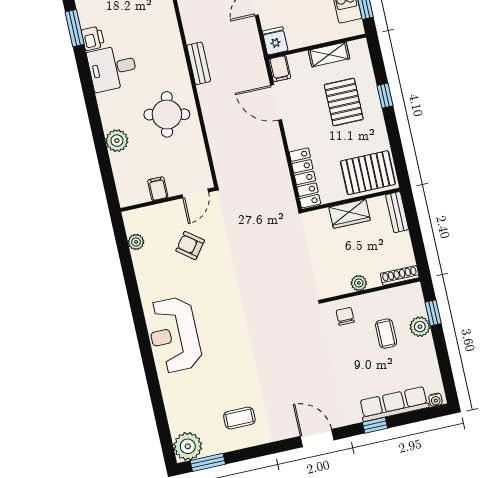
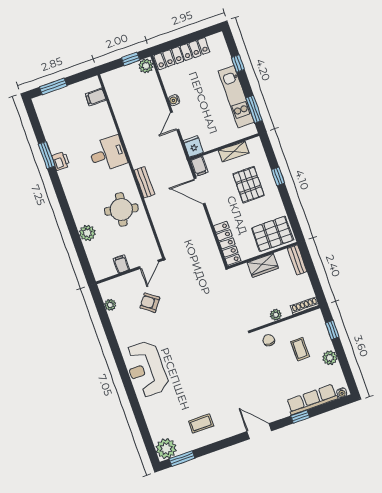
bench: (199, 63) -> (144, 182), moved
desk: (112, 68) -> (108, 154), moved, turned 180
plant: (420, 327) -> (330, 358), moved

